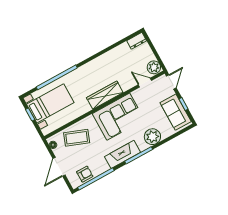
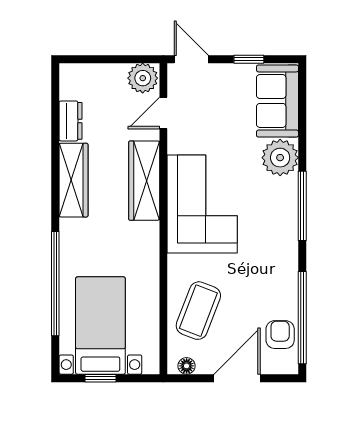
dresser: (137, 41) -> (71, 121), moved
wardrobe: (100, 62) -> (73, 180), added
wardrobe: (105, 95) -> (144, 181), moved
sofa: (176, 112) -> (277, 101), moved, turned 90
fireplace: (122, 154) -> (283, 237), removed
door: (59, 167) -> (237, 378), swing flipped

